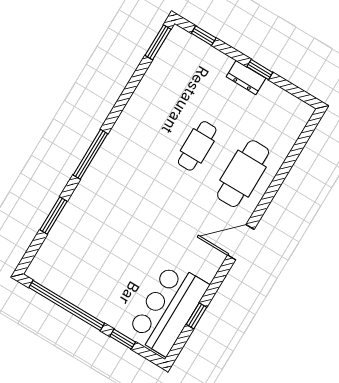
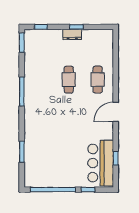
window: (90, 154) -> (22, 92), moved
cafe table: (243, 174) -> (98, 80), width x0.73, depth x0.74

